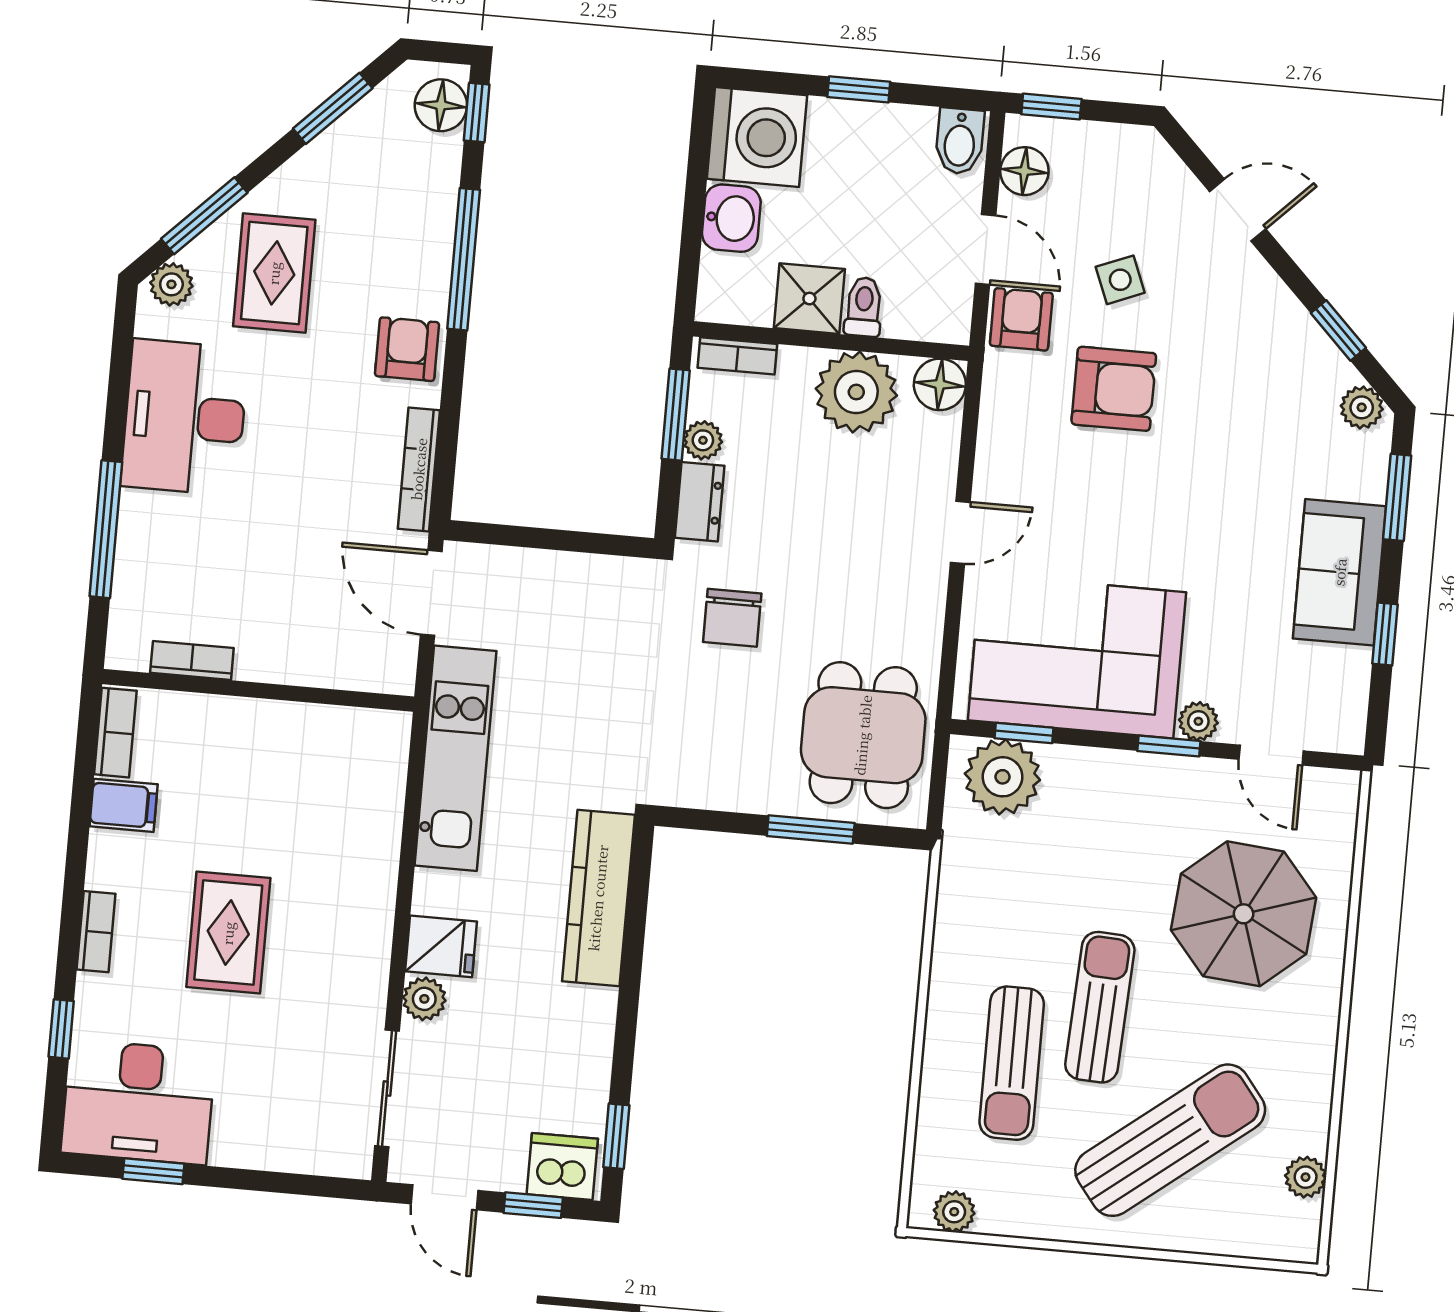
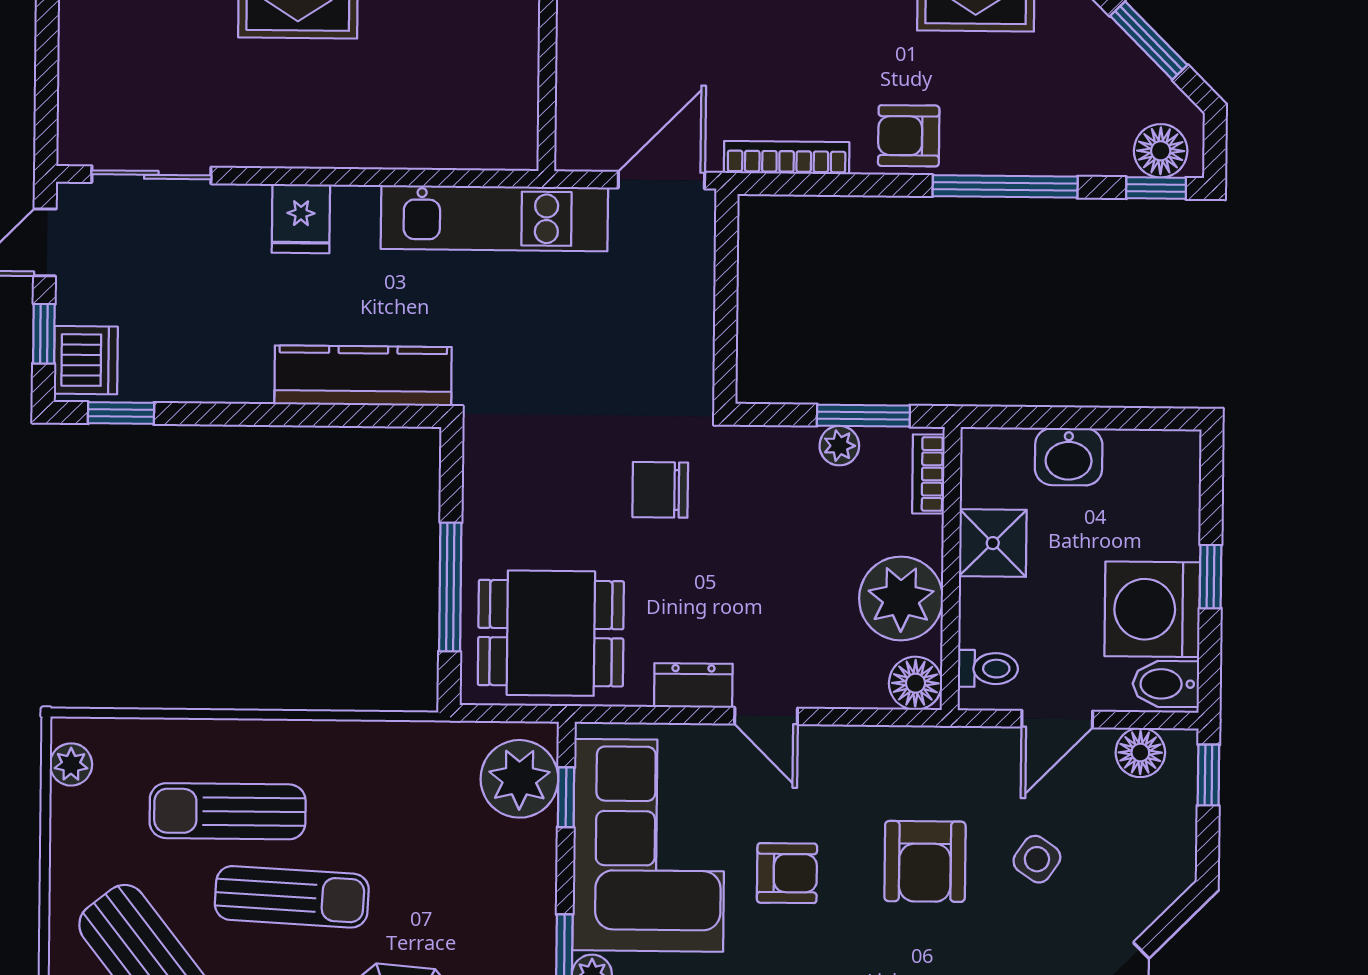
washing machine: (757, 137) -> (1152, 609), moved, turned 90
side table: (1120, 280) -> (1037, 859), turned -33
toilet: (864, 307) -> (988, 668), moved
armchair: (1021, 319) -> (787, 873), moved
armchair: (407, 349) -> (909, 136), turned 180
dresser: (700, 502) -> (693, 685), moved, turned 180
window: (811, 829) -> (450, 587), width x1.44
plant: (424, 999) -> (246, 206), removed

